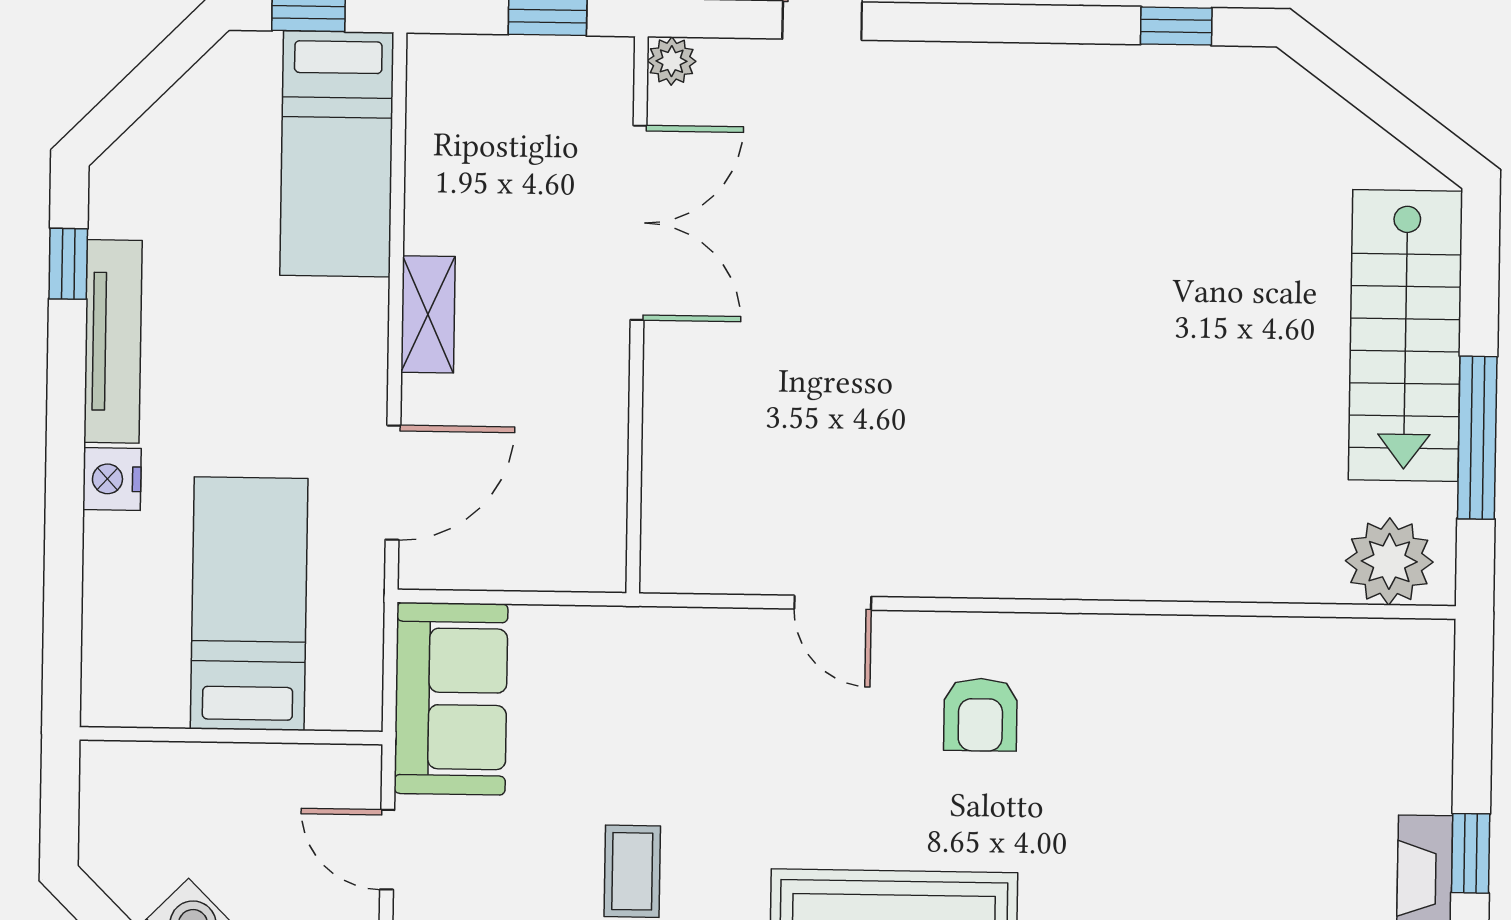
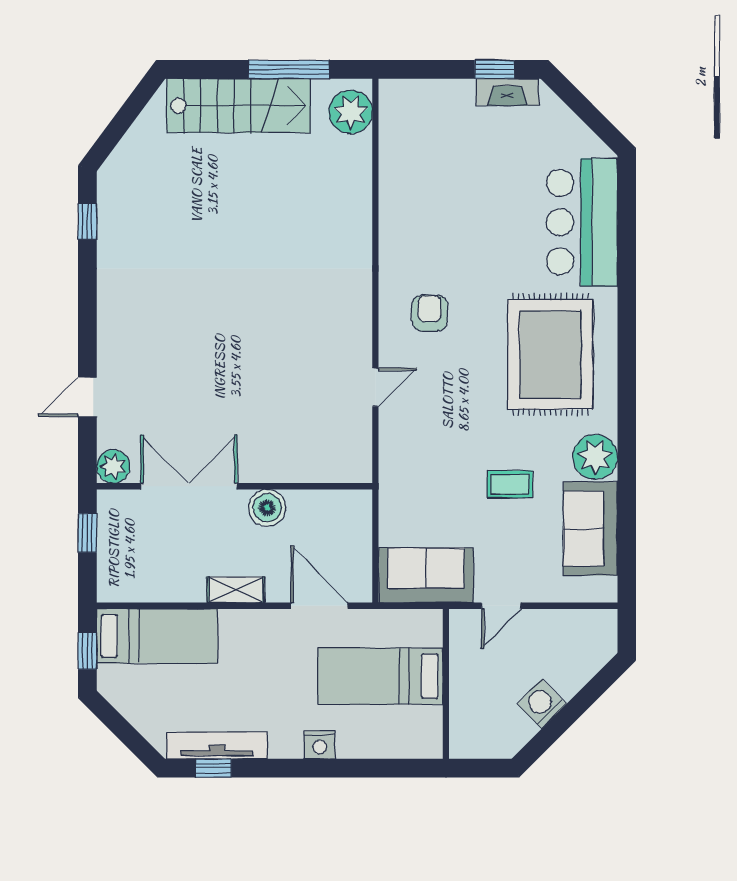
plant: (672, 61) -> (113, 467), width x1.38, depth x1.38
tv unit: (113, 341) -> (217, 745), moved
boiler: (592, 380) -> (267, 508), added
armchair: (980, 715) -> (430, 313), turned -90

